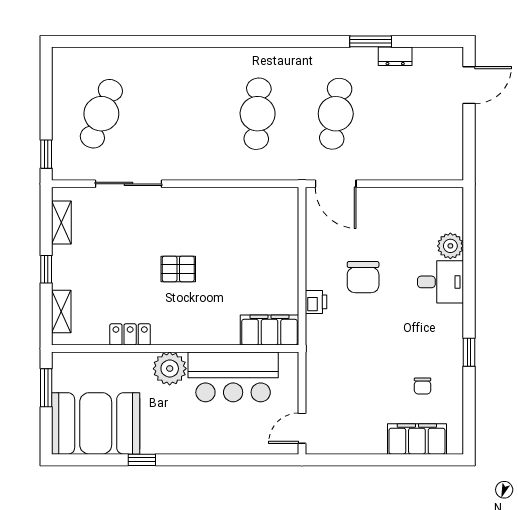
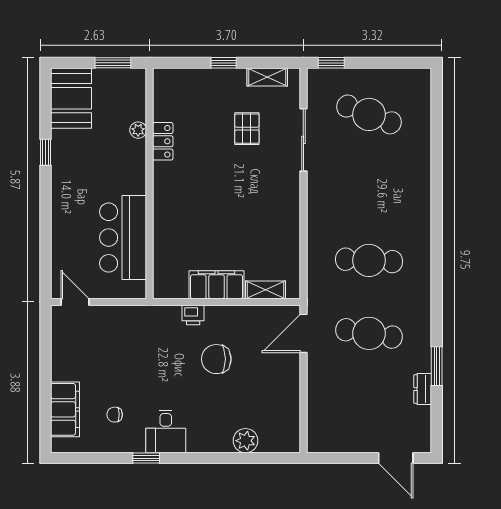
pallet: (178, 269) -> (247, 129), moved
desk: (441, 282) -> (166, 431), moved
shelving: (61, 311) -> (265, 290), moved
filing cabinet: (270, 330) -> (217, 285), moved, turned -90
plant: (170, 369) -> (138, 130), moved, width x0.53, depth x0.53
booth: (96, 423) -> (71, 98), width x0.73, depth x0.70

